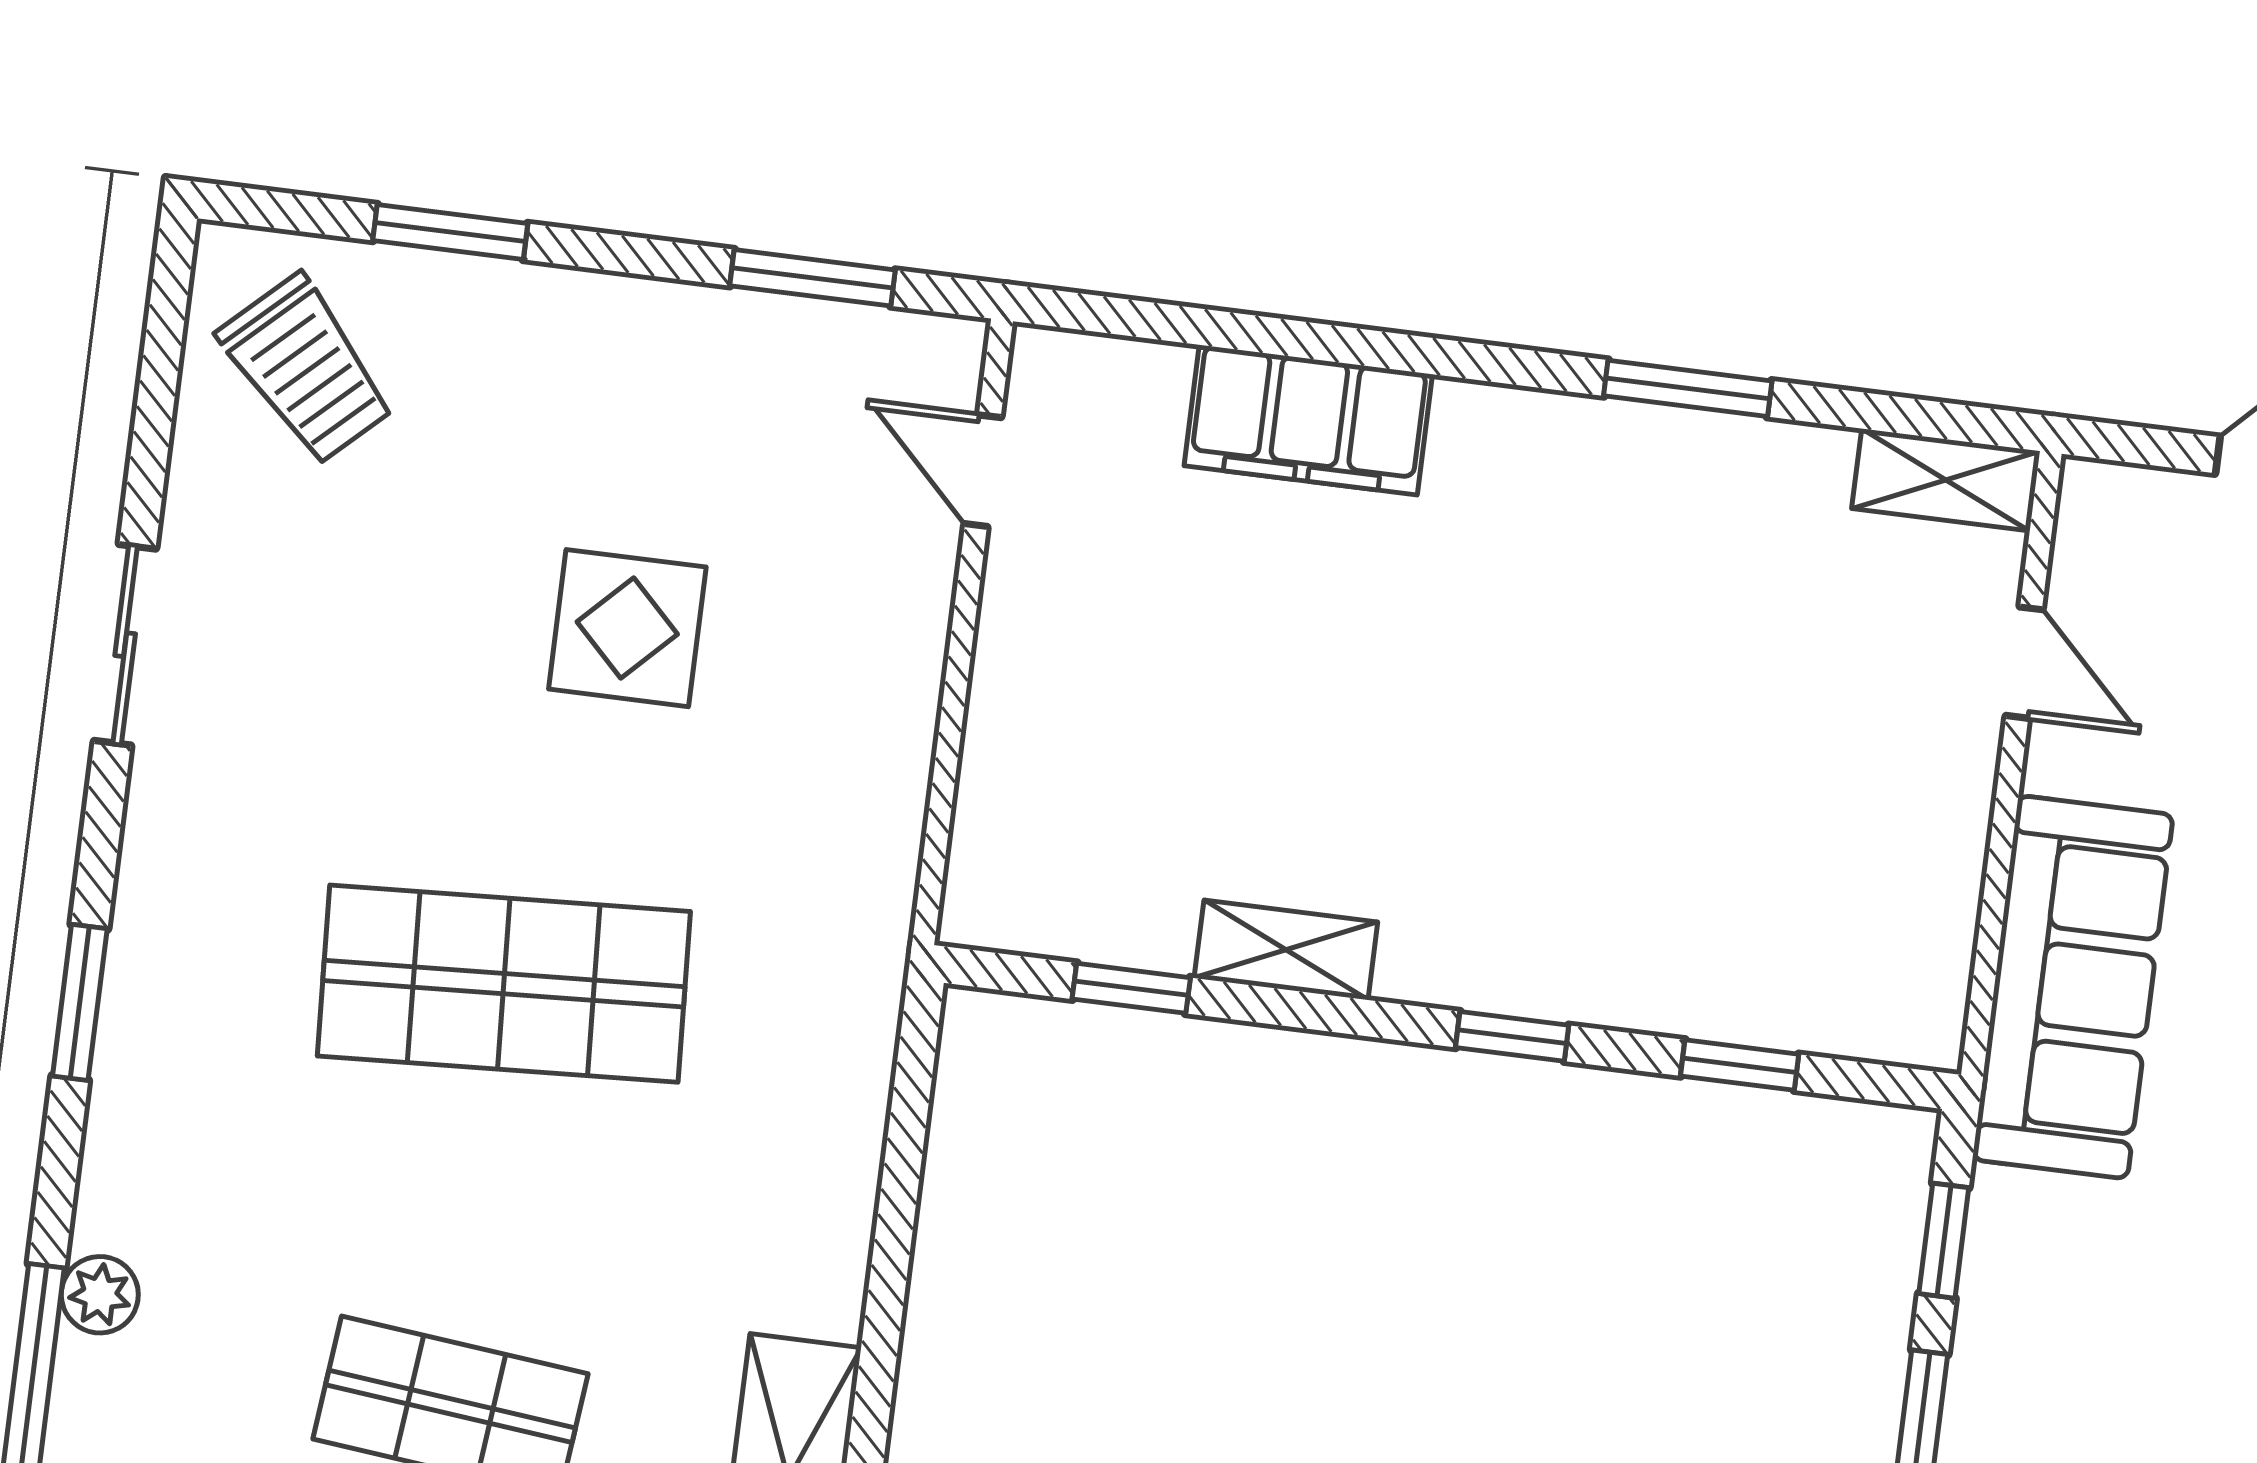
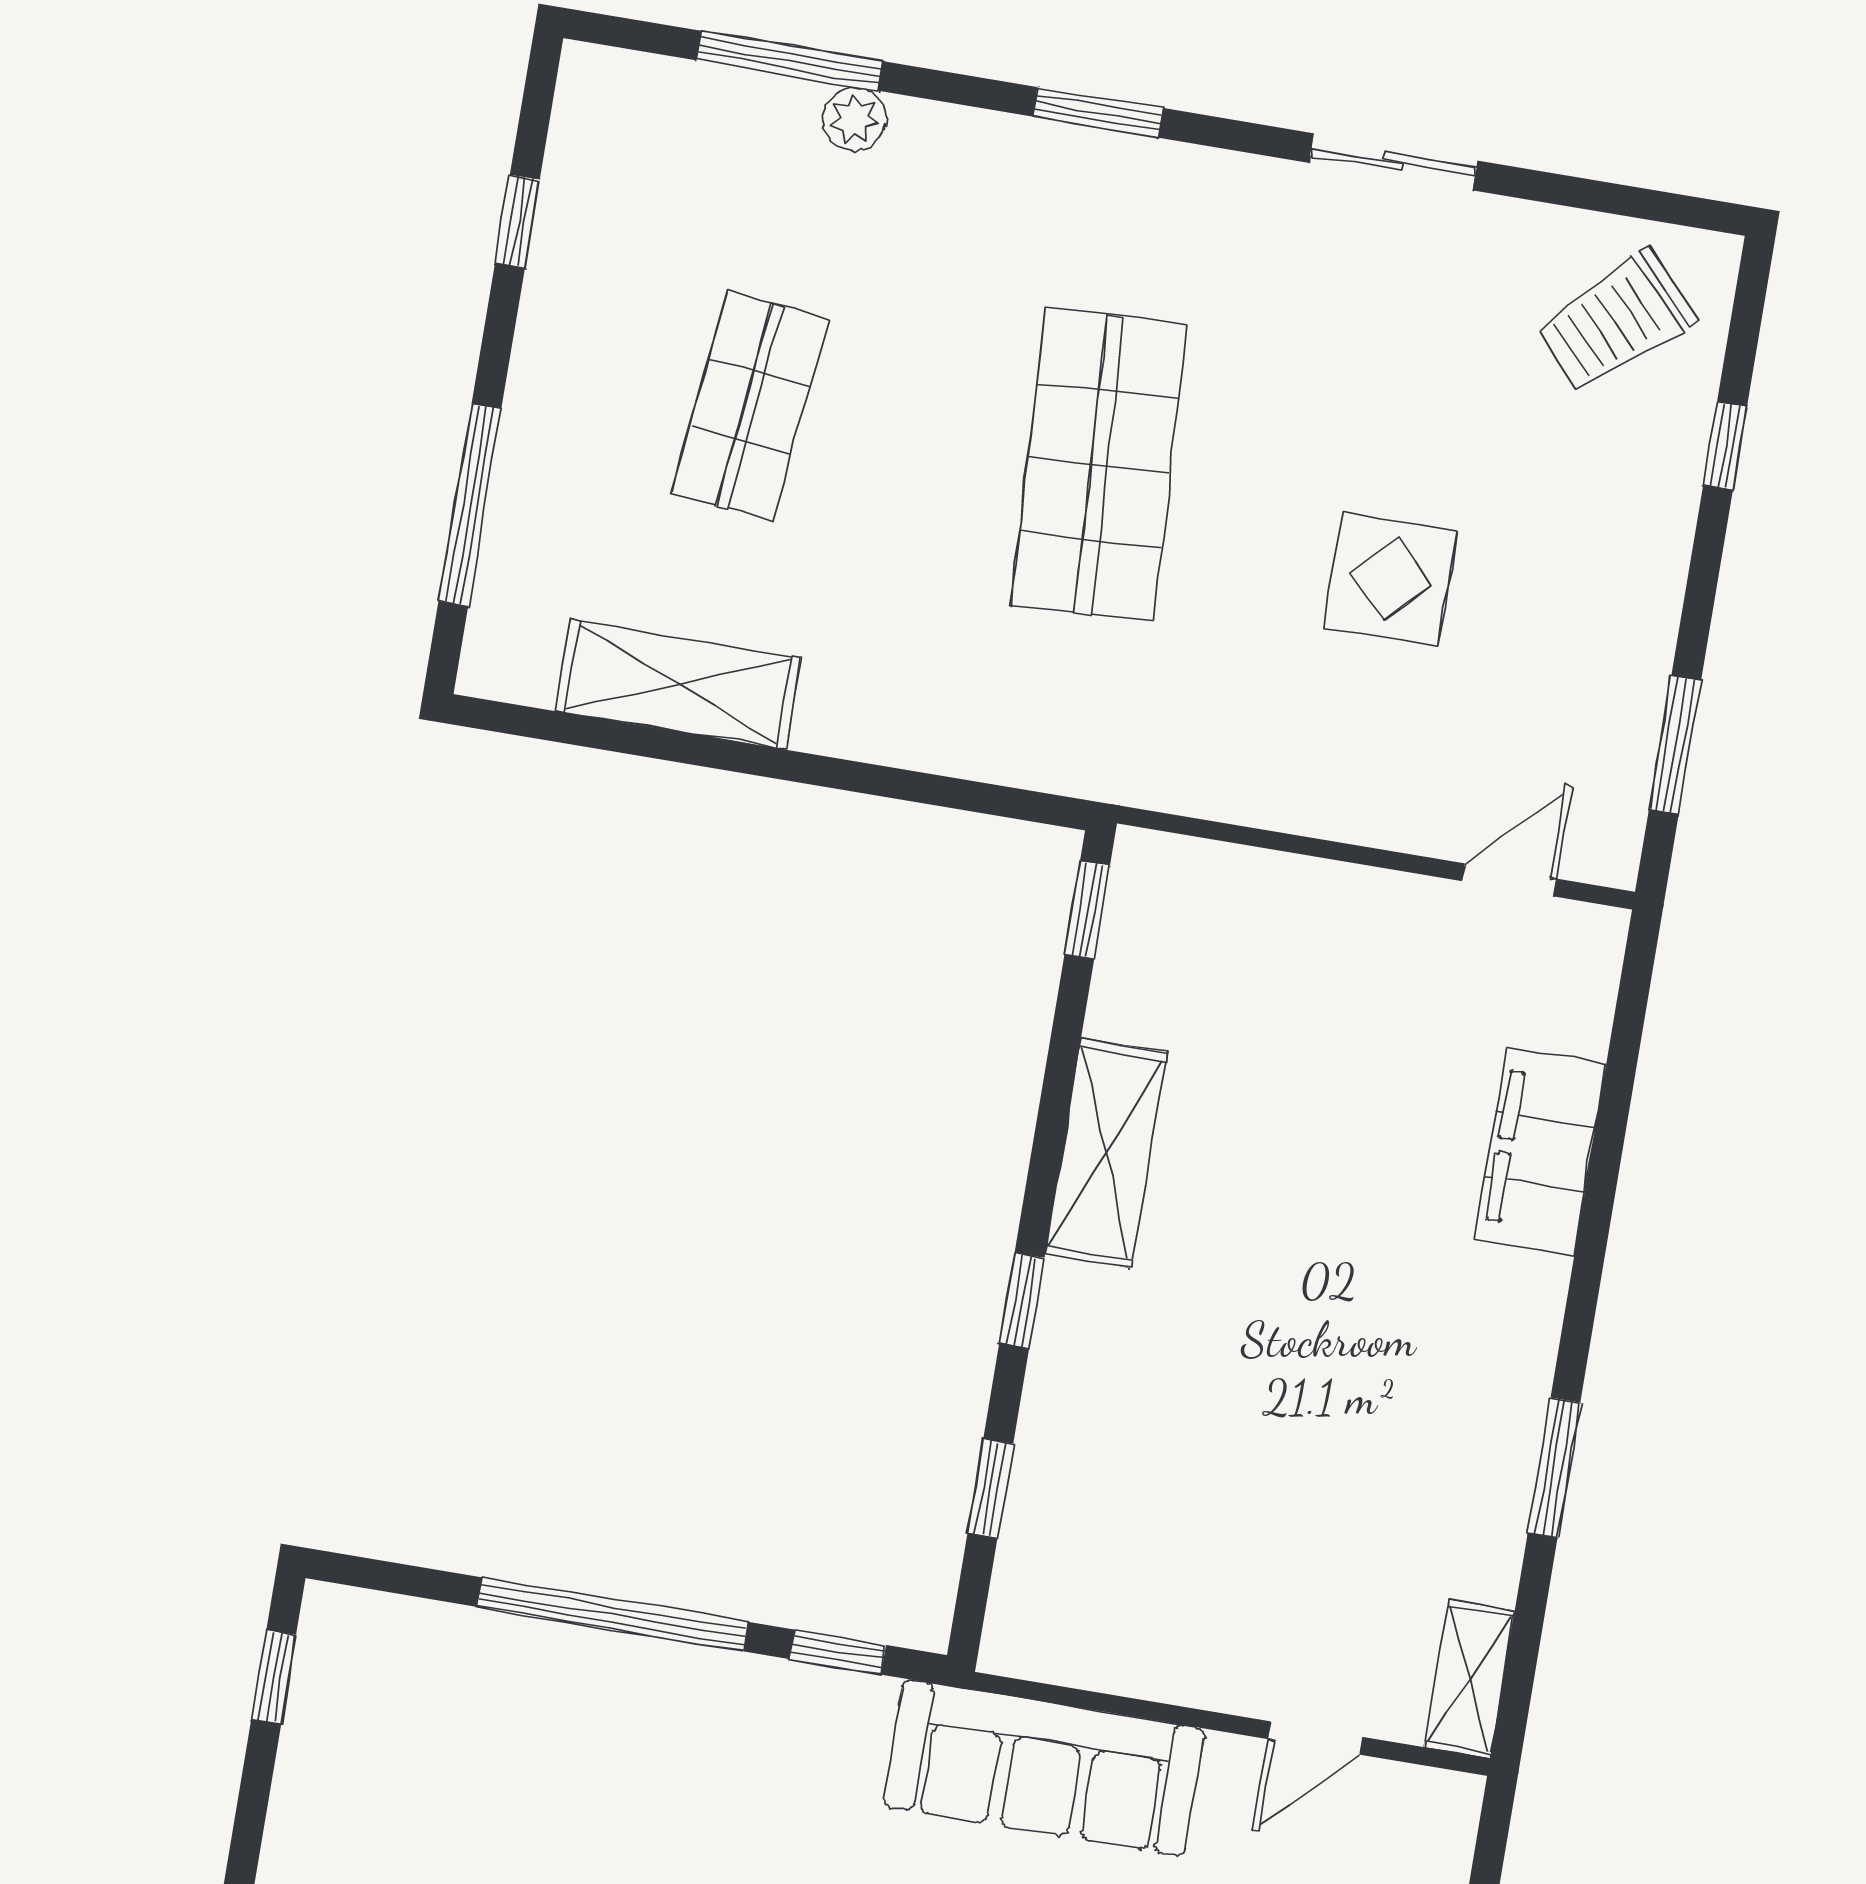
window: (450, 232) -> (1725, 446), width x0.67
shelving: (1286, 950) -> (1106, 1153), width x1.50, depth x1.33
window: (1131, 988) -> (1087, 910), moved

